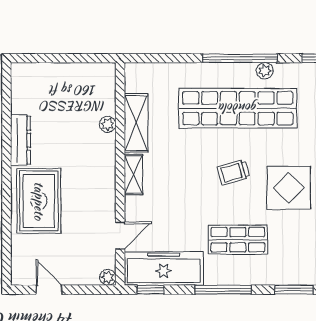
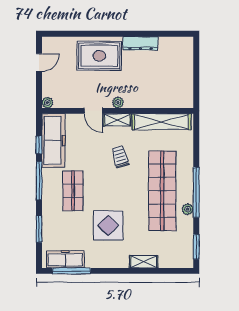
shelving: (136, 123) -> (162, 122), width x1.47
plant: (108, 124) -> (118, 102), moved
trolley: (233, 172) -> (120, 157), moved
door: (120, 236) -> (93, 111), moved
window: (151, 290) -> (39, 145), moved

